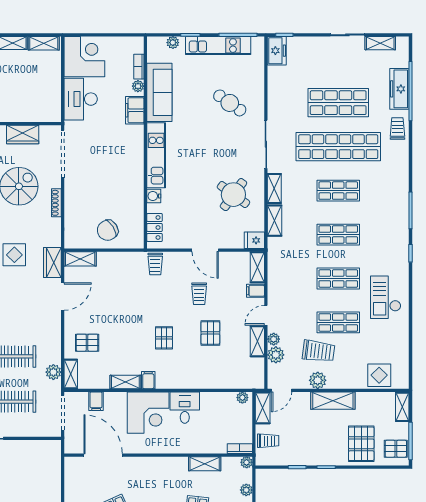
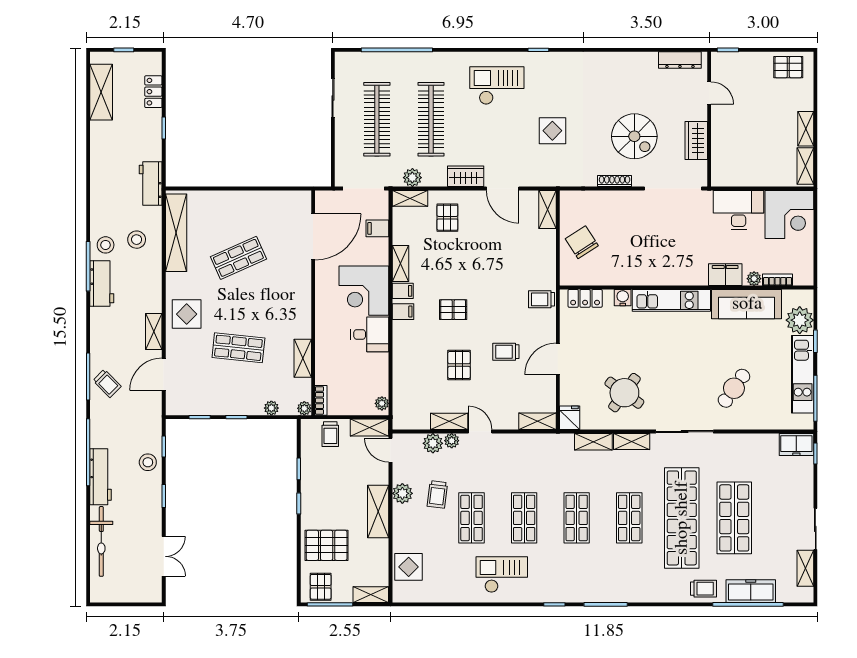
plant: (173, 43) -> (800, 320), width x1.88, depth x1.88
wardrobe: (52, 262) -> (466, 176), moved
filing cabinet: (255, 291) -> (403, 312), moved, turned 90
pallet: (210, 333) -> (459, 365), turned 90
trolley: (319, 351) -> (437, 494), width x0.73, depth x0.72

